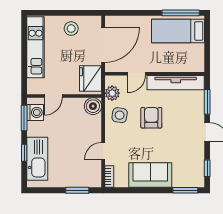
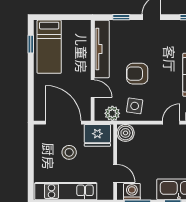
window: (181, 13) -> (31, 44), width x0.46
stool: (71, 29) -> (69, 152), moved
window: (207, 102) -> (121, 17), width x0.67
door: (103, 151) -> (171, 123), swing flipped

